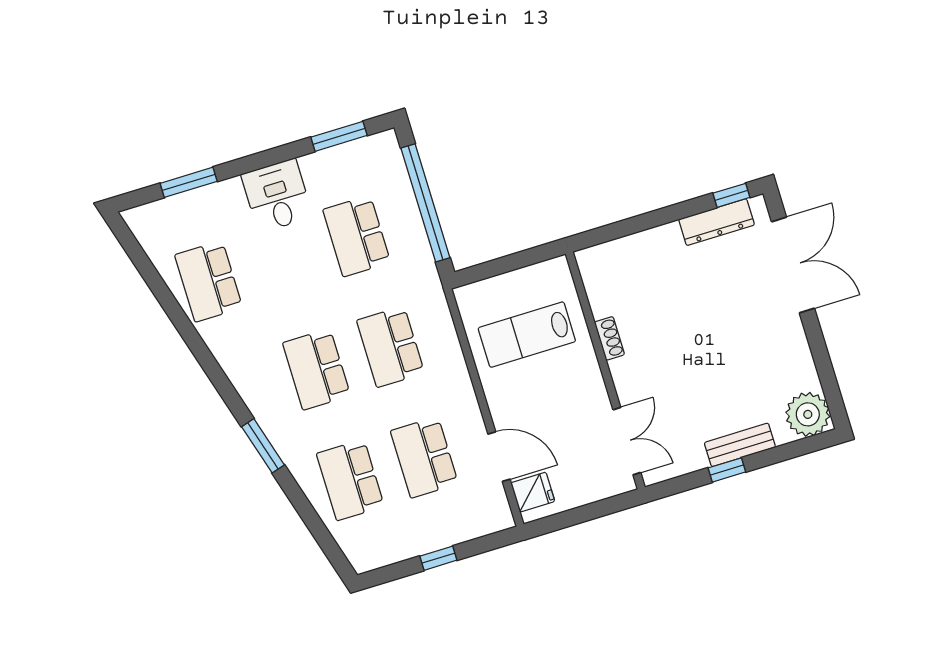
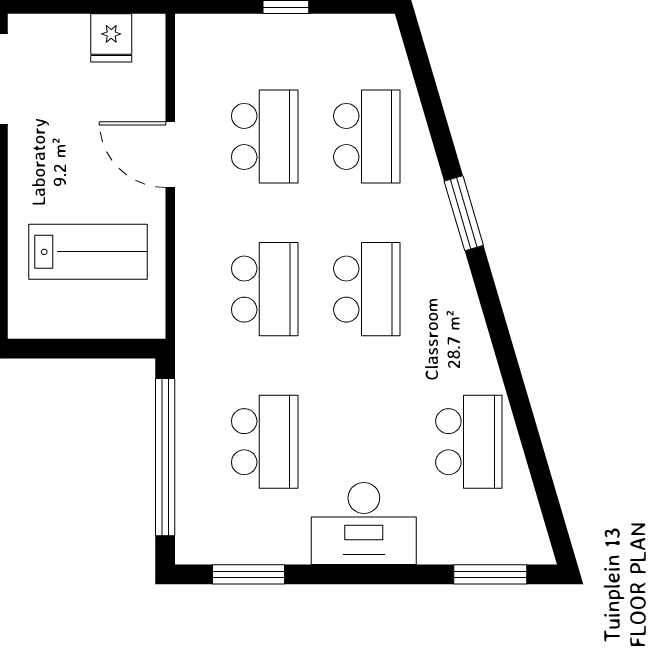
window: (189, 182) -> (490, 574), moved
desk: (277, 196) -> (364, 524), width x1.37
door: (499, 457) -> (170, 155), moved
fridge: (533, 492) -> (111, 38), moved, turned -90

